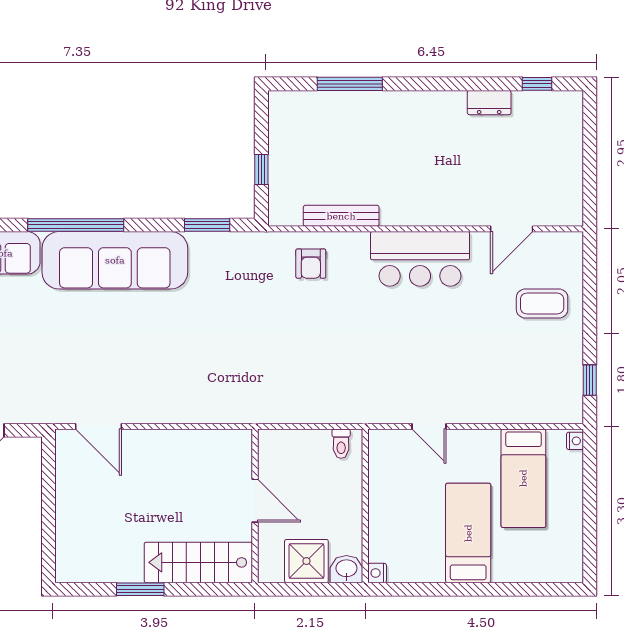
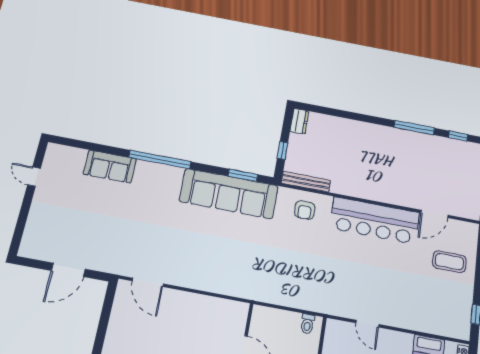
window: (350, 84) -> (414, 128), moved
dresser: (489, 103) -> (299, 121), moved, turned -90
bench: (341, 216) -> (306, 182), moved
bar counter: (420, 259) -> (375, 220), width x1.36
sofa: (115, 260) -> (229, 194), moved

